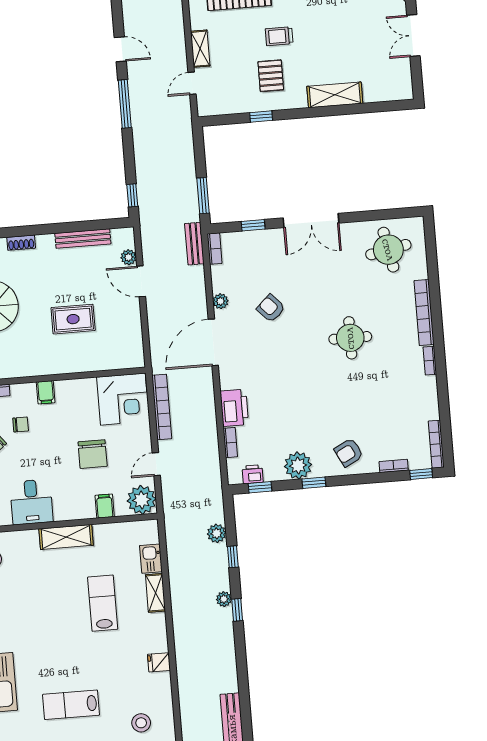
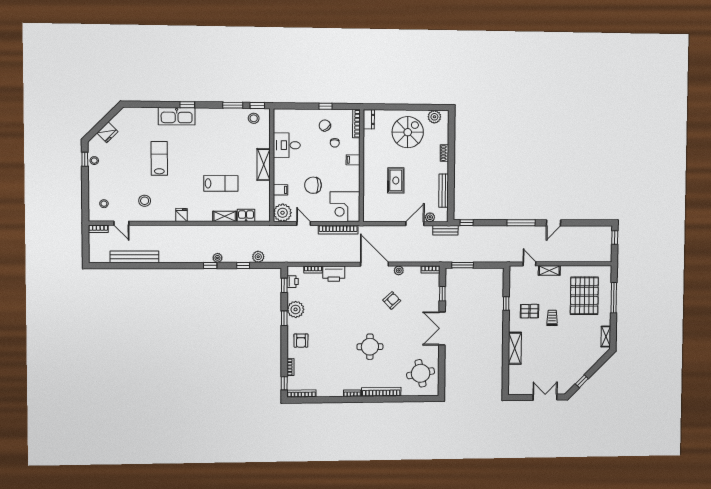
bench: (194, 244) -> (445, 230), moved
armchair: (349, 452) -> (301, 341), turned -153

